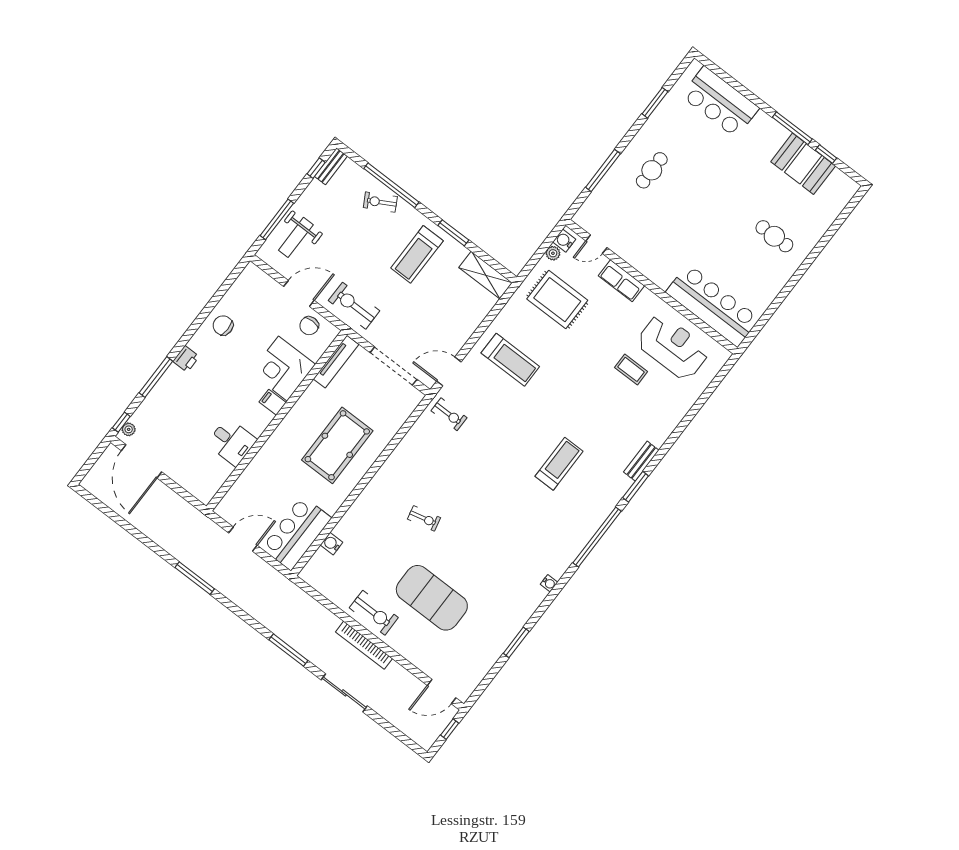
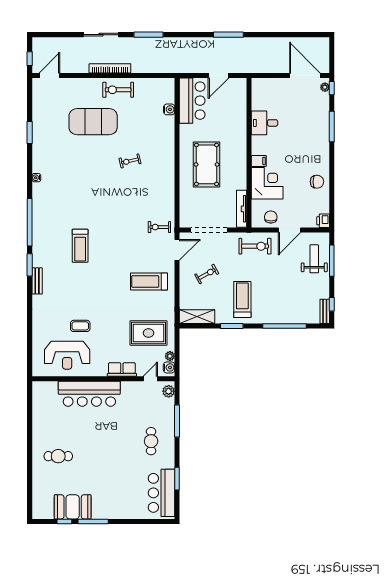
bar counter: (720, 102) -> (162, 493), moved, turned -90
exercise bike: (380, 202) -> (207, 274), moved
plant: (586, 213) -> (169, 391), added
bar counter: (713, 305) -> (89, 394), moved
printer: (186, 359) -> (323, 221), moved

